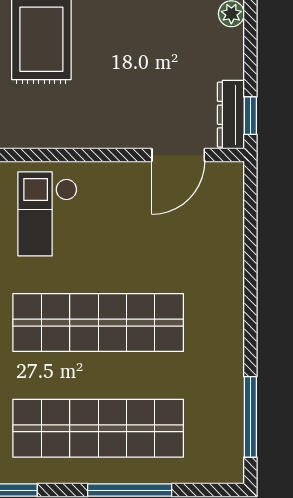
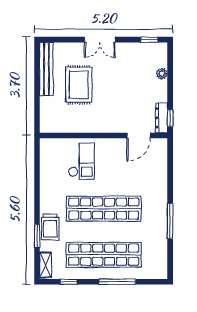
checkout: (47, 214) -> (81, 161), turned 180
window: (250, 417) -> (170, 221), moved

